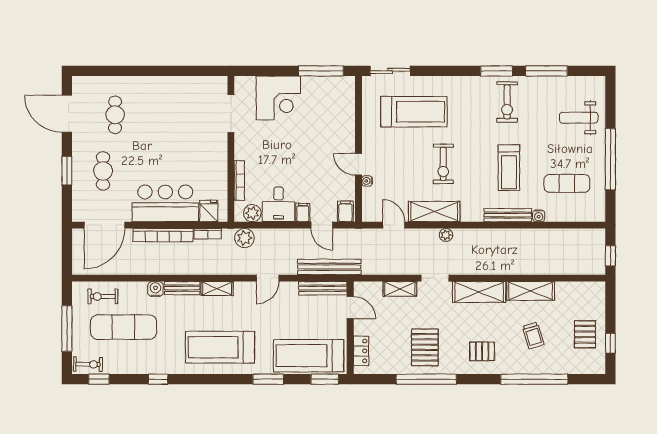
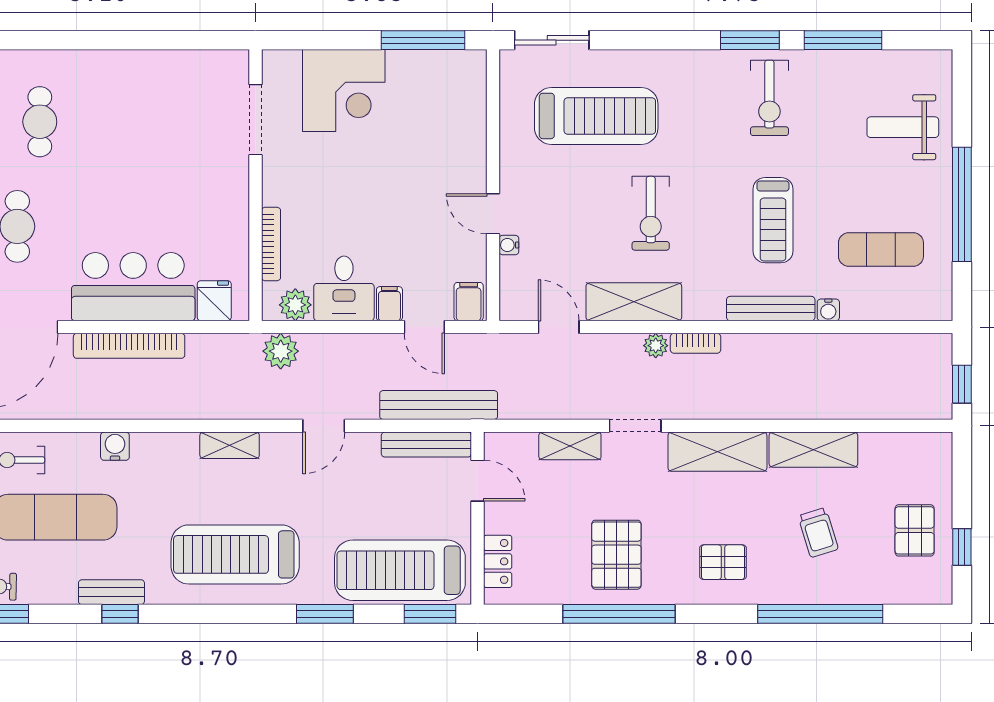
bookcase: (208, 234) -> (696, 343), moved
bench: (182, 288) -> (111, 592), moved

